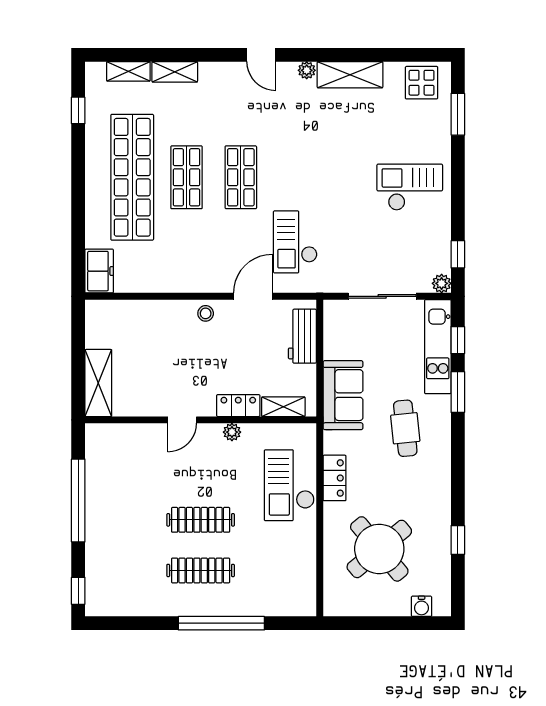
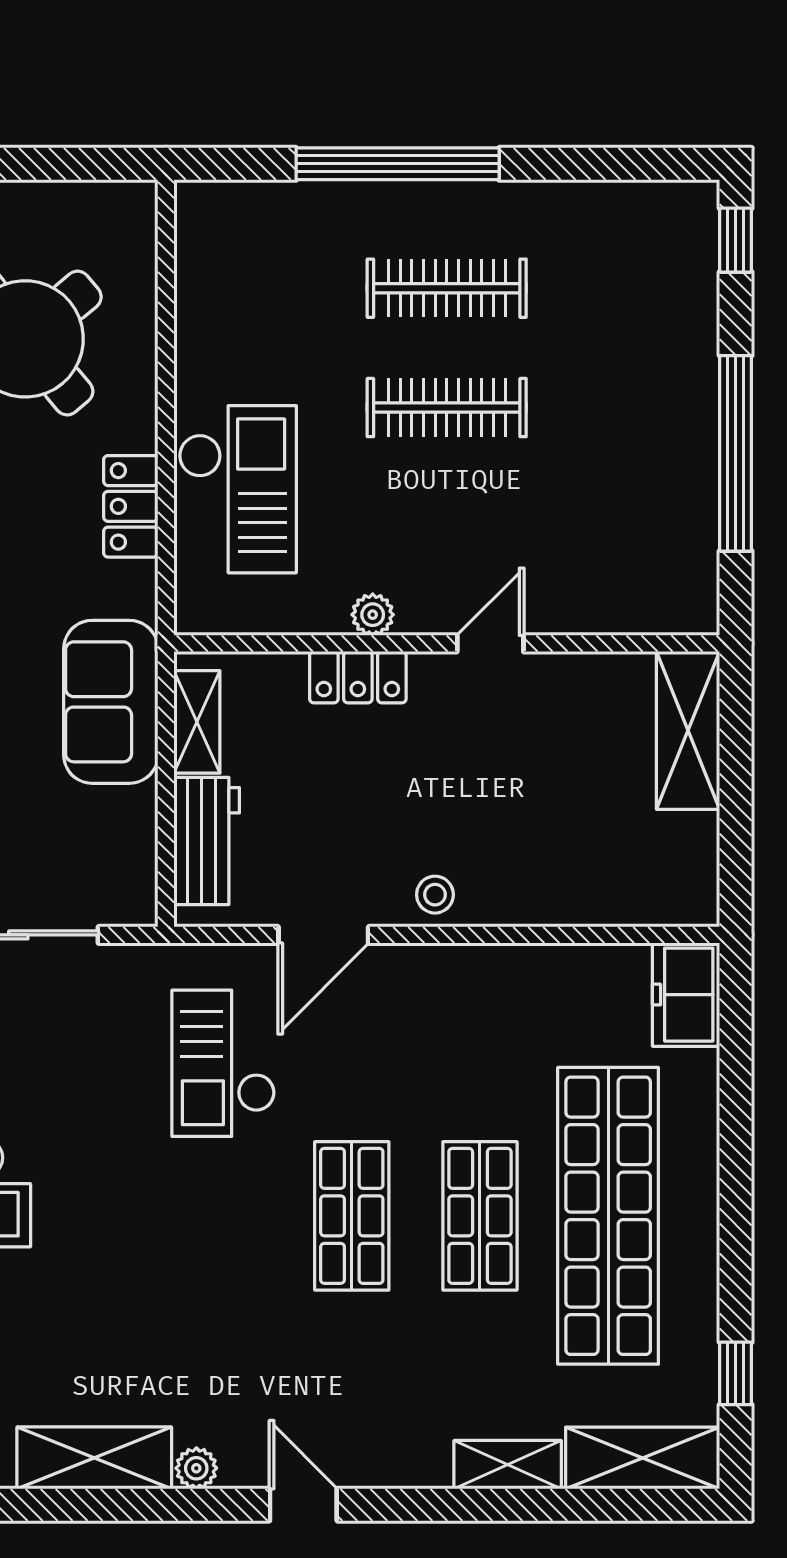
shelving: (128, 71) -> (643, 1458), width x1.50, depth x1.33
checkout: (295, 242) -> (223, 1063), turned 180
shelving: (283, 407) -> (197, 722), moved, turned 90

